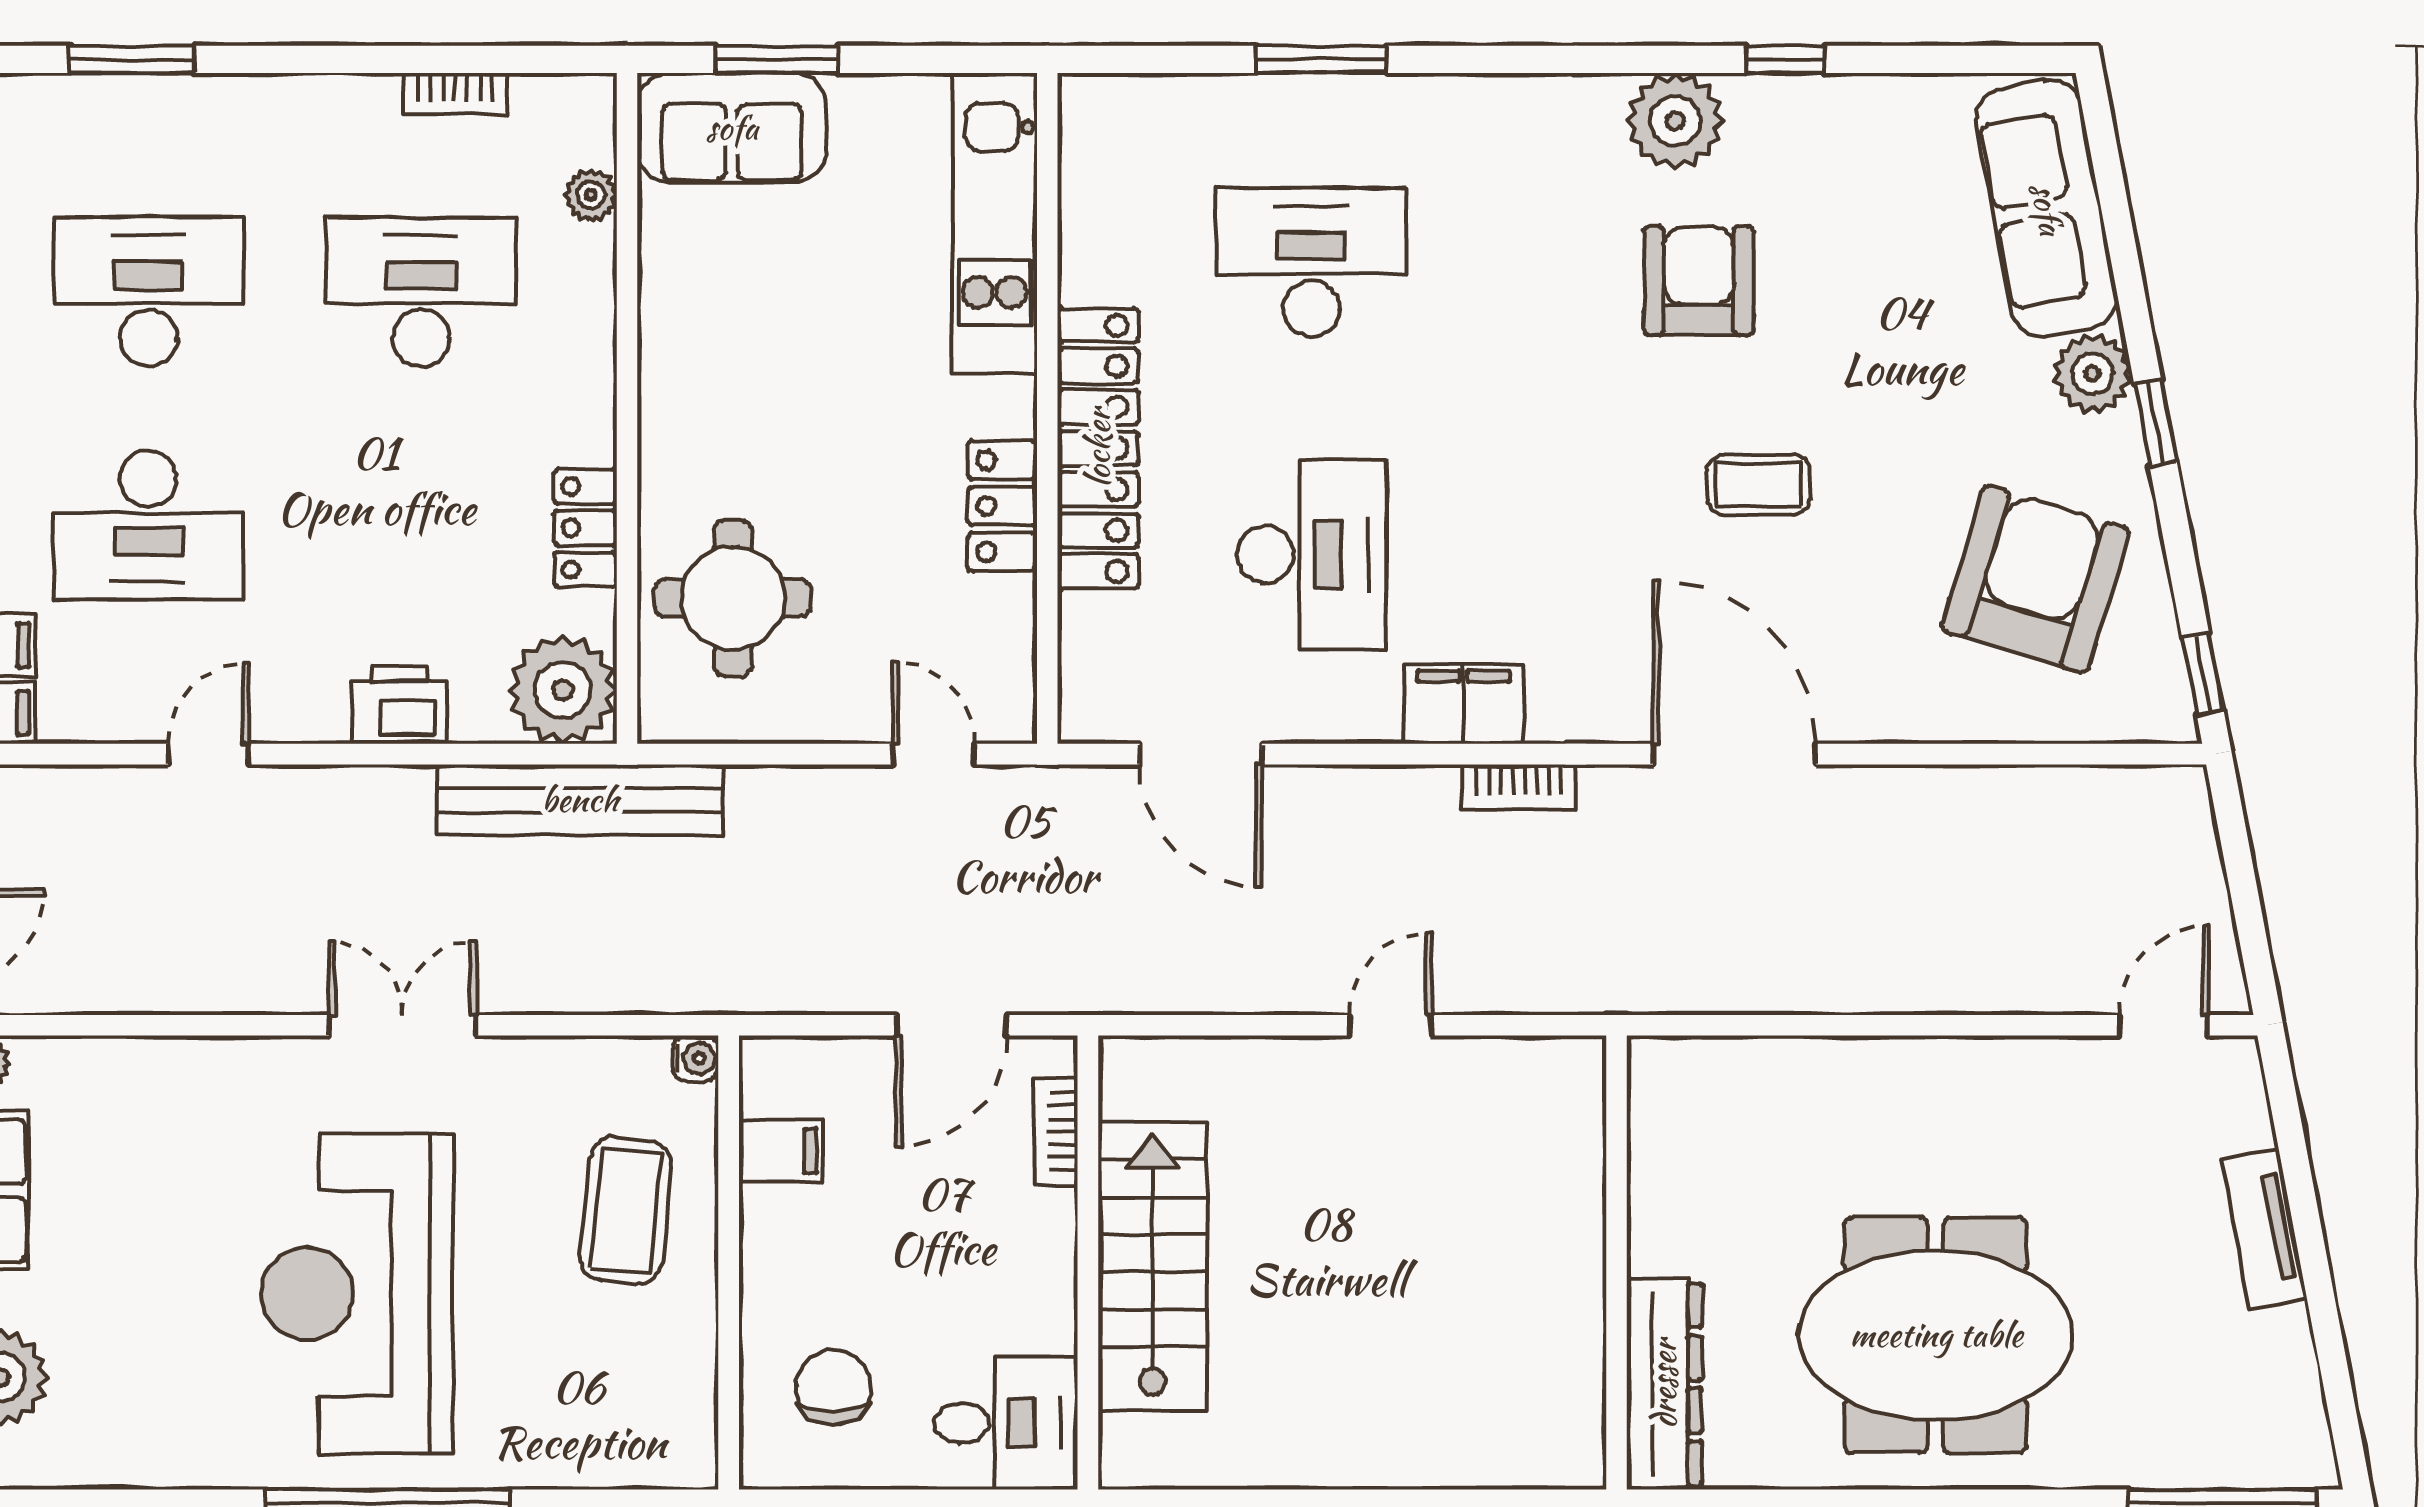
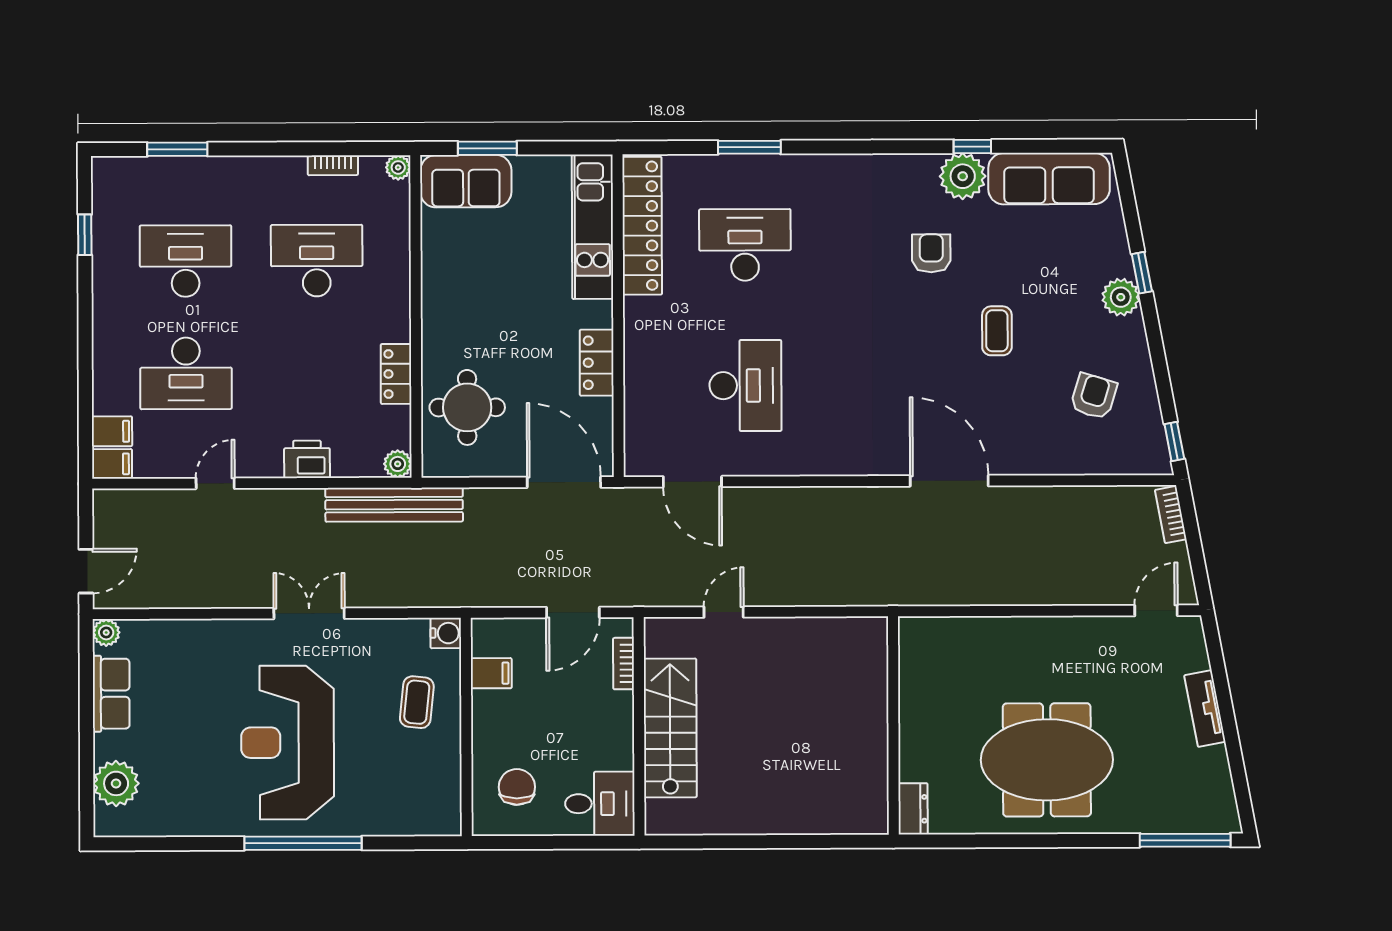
plant: (1675, 121) -> (963, 176), moved
plant: (591, 195) -> (398, 167), moved
sofa: (2047, 209) -> (1049, 179), moved, turned -79
armchair: (1699, 281) -> (931, 253), width x0.72, depth x0.72
window: (2155, 422) -> (1142, 273), moved
locker: (1098, 448) -> (642, 226), moved
coffee table: (1759, 485) -> (997, 331), moved, turned 90
armchair: (2035, 579) -> (1094, 396), width x0.53, depth x0.53
plant: (563, 690) -> (398, 464), width x0.53, depth x0.53
filing cabinet: (1464, 704) -> (819, 457), removed
door: (933, 754) -> (564, 482), width x1.88
bookcase: (1519, 787) -> (1171, 515), moved, turned 79
door: (1390, 1025) -> (724, 612), moved
water cooler: (696, 1058) -> (446, 633), width x1.38, depth x1.38
coffee table: (626, 1211) -> (417, 702), width x0.73, depth x0.77
dresser: (1664, 1384) -> (913, 809), width x0.51, depth x0.80

